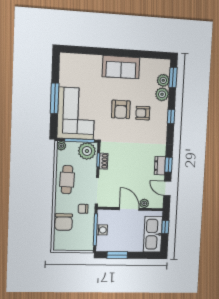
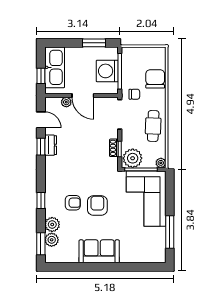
window: (55, 98) -> (170, 232), moved
washing machine: (102, 230) -> (107, 71), width x1.89, depth x1.89

